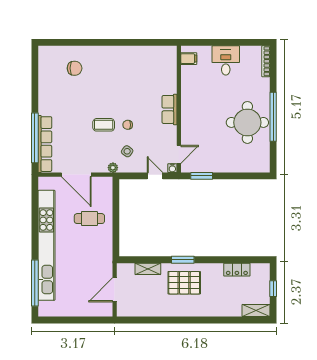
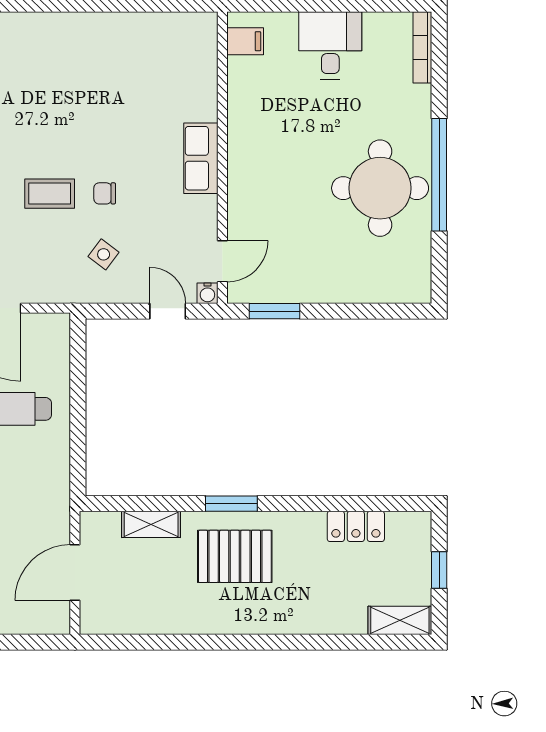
plant: (113, 168) -> (71, 292), removed

